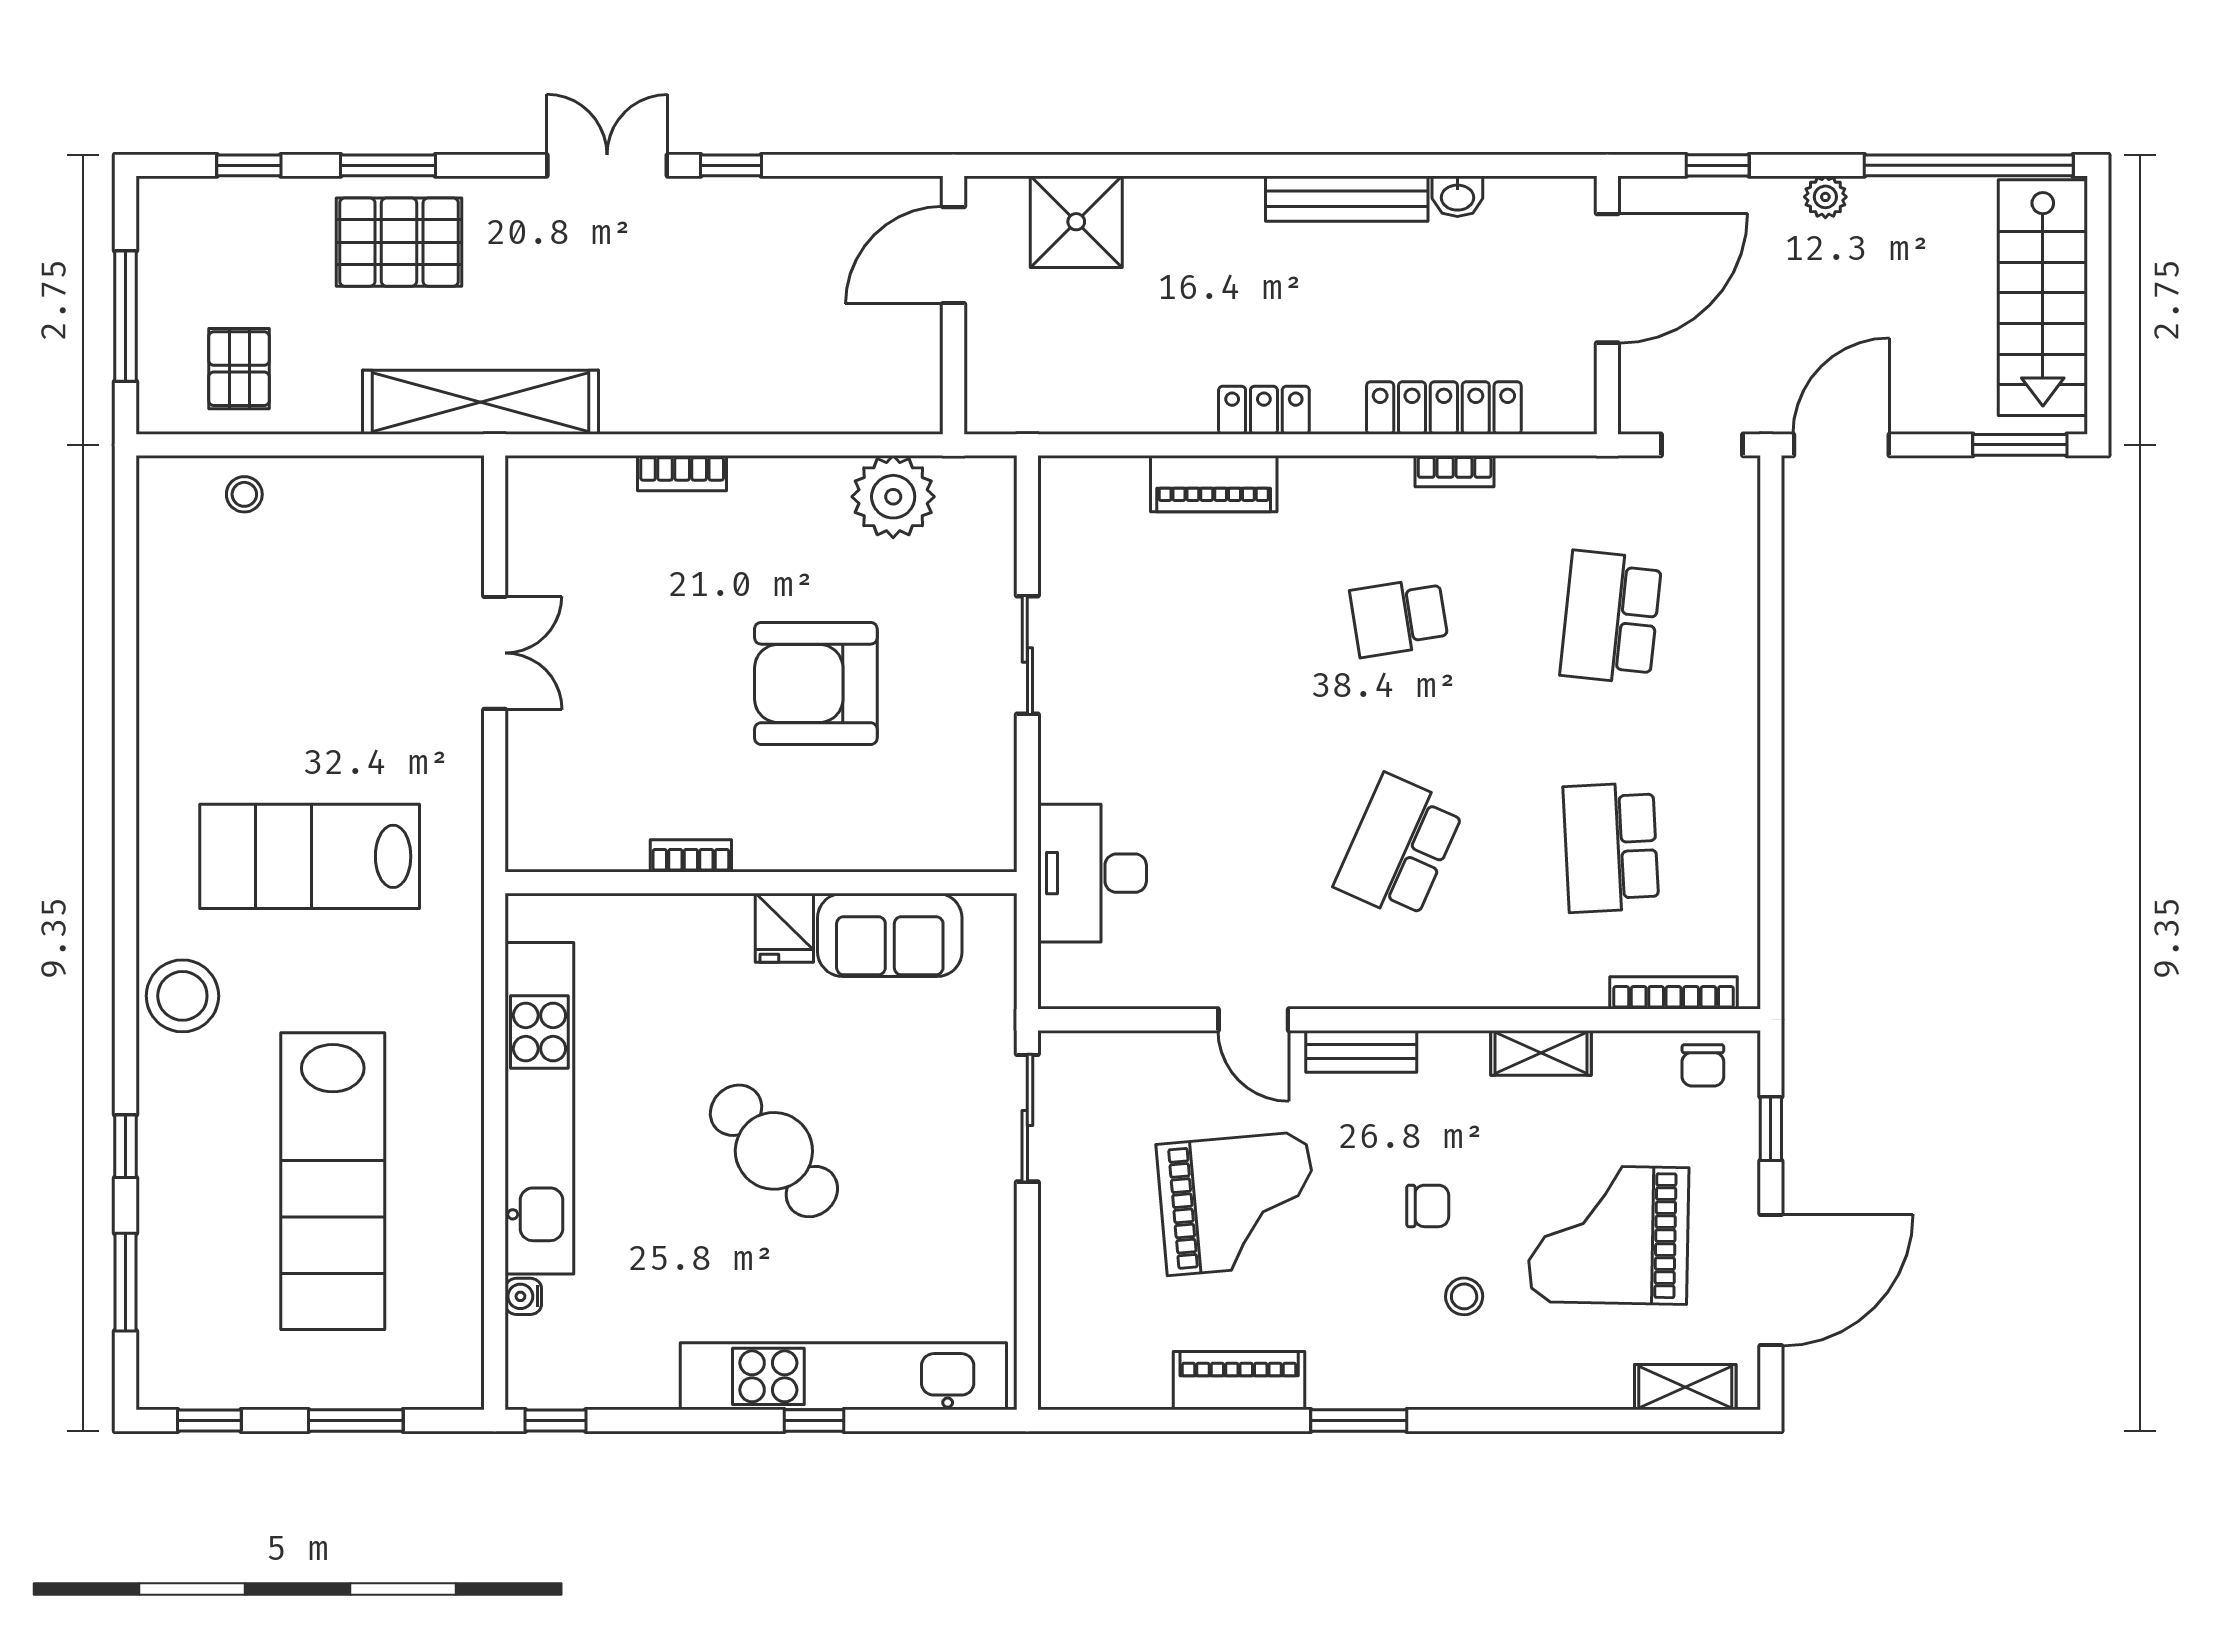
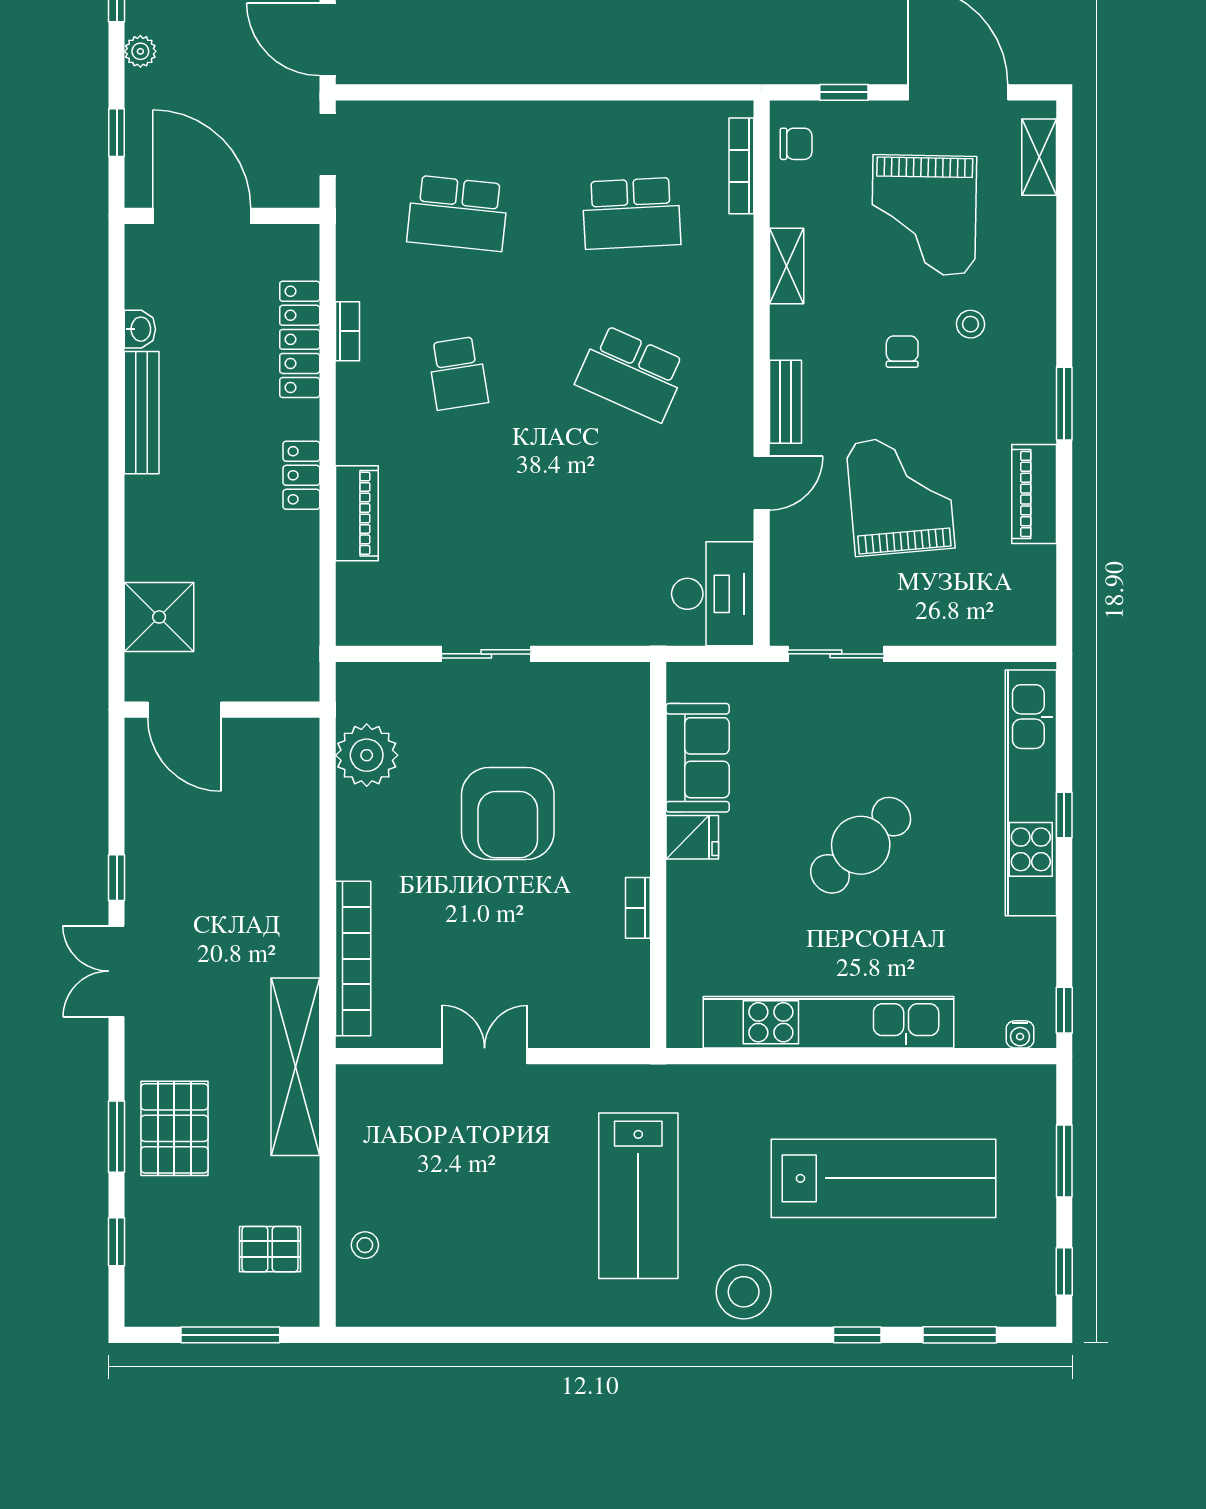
bookcase: (682, 473) -> (353, 959), width x2.31, depth x1.31
desk: (1092, 873) -> (713, 594), moved, turned -90
water cooler: (523, 1296) -> (1020, 1034), moved

